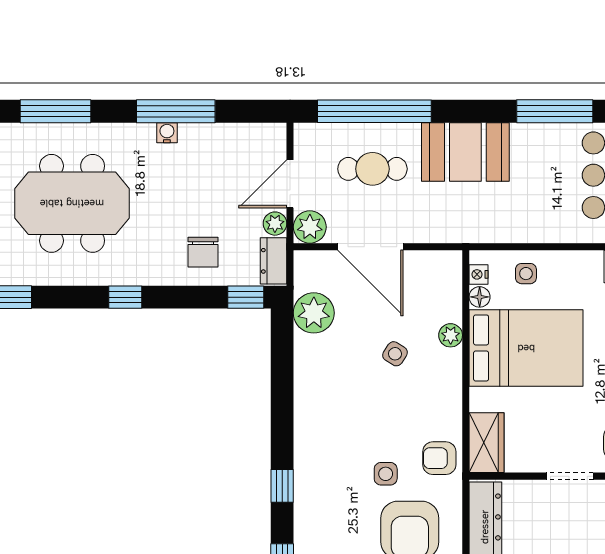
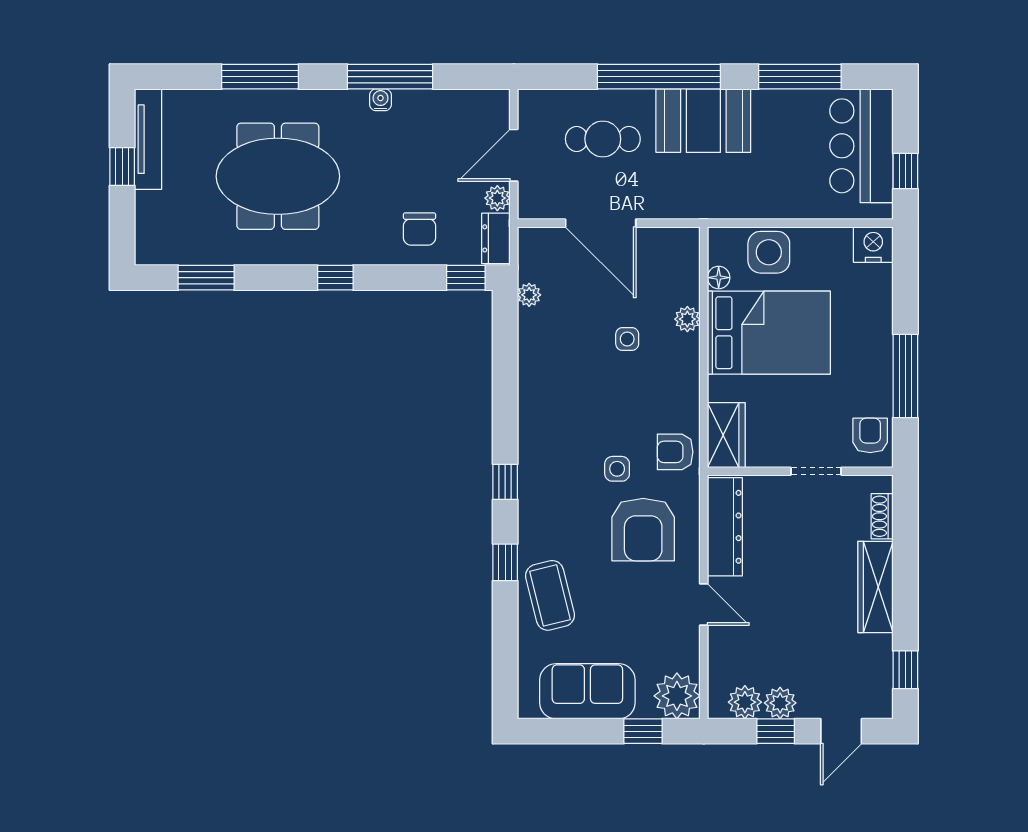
window: (374, 111) -> (659, 77), moved
plant: (310, 227) -> (535, 202), removed
nightstand: (478, 274) -> (717, 253), removed
side table: (526, 274) -> (769, 252), width x1.87, depth x1.87
plant: (314, 313) -> (529, 295), width x0.53, depth x0.53
side table: (395, 354) -> (627, 339), turned -33

